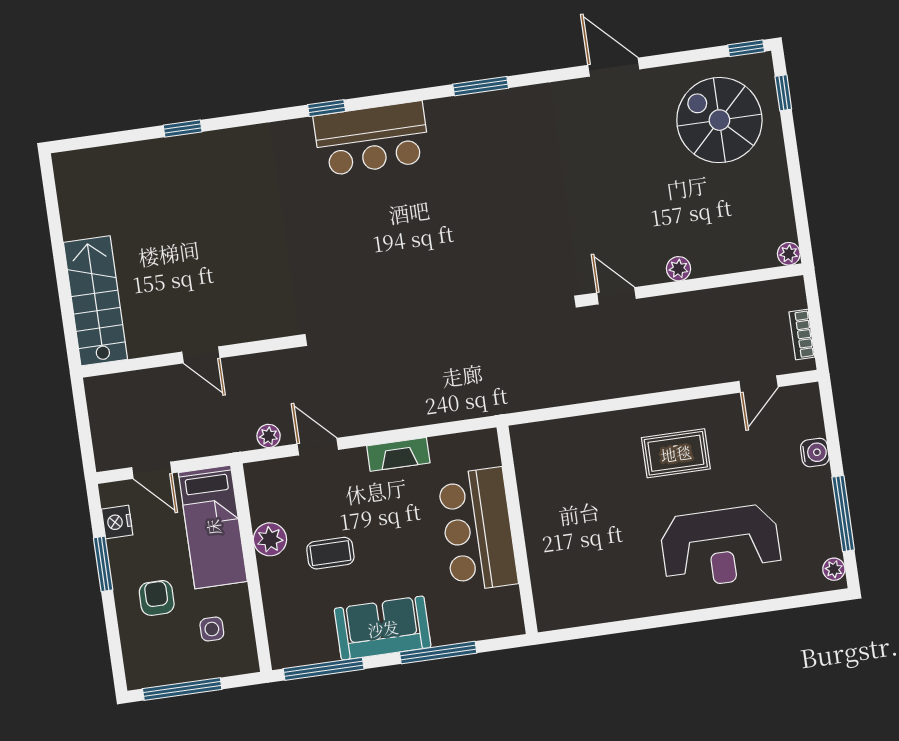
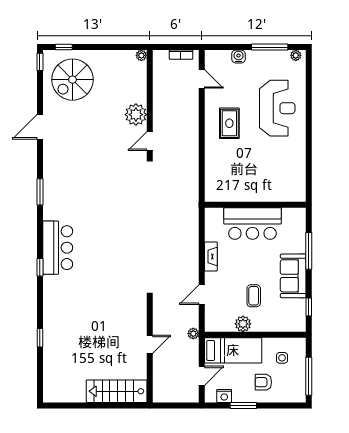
plant: (679, 269) -> (136, 115), width x1.87, depth x1.87
plant: (269, 436) -> (193, 334), moved
window: (324, 669) -> (309, 307), width x0.46

